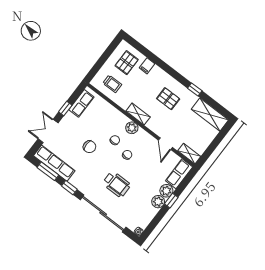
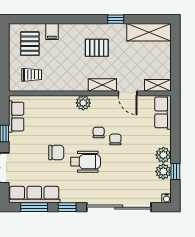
shelving: (138, 114) -> (102, 85), moved
chair: (115, 140) -> (115, 139), moved
wheelchair: (117, 184) -> (85, 162), moved
plant: (166, 191) -> (163, 172), moved
window: (171, 201) -> (175, 171), moved

